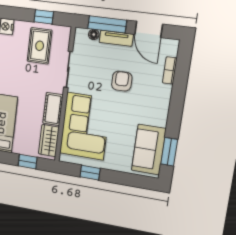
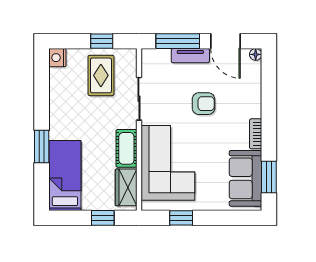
floor lamp: (94, 34) -> (256, 54), moved
bookcase: (170, 70) -> (256, 134), moved
armchair: (122, 81) -> (203, 104), turned 90

